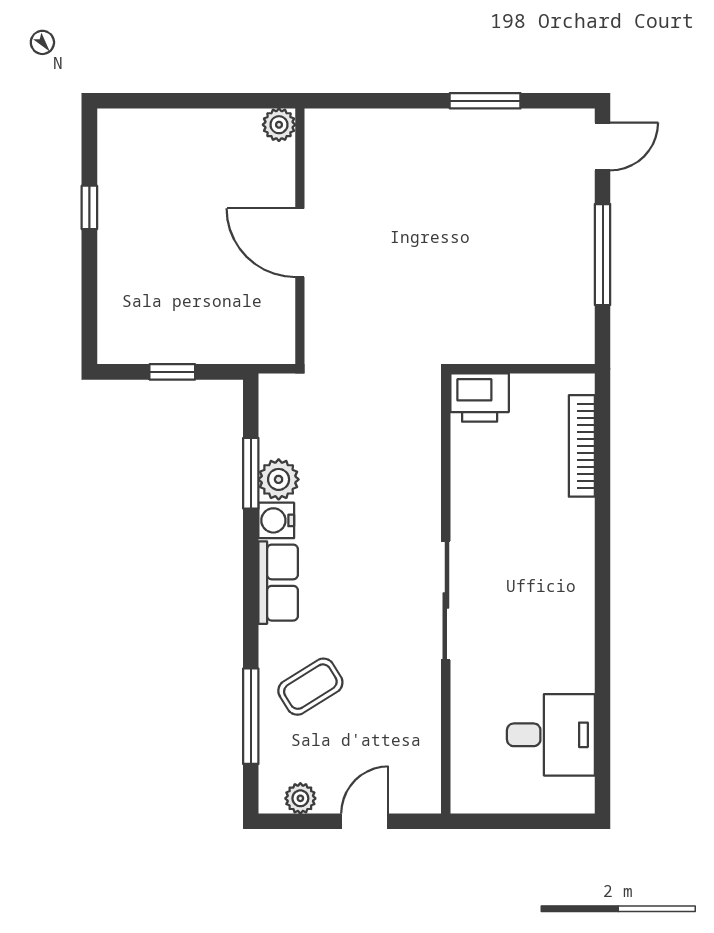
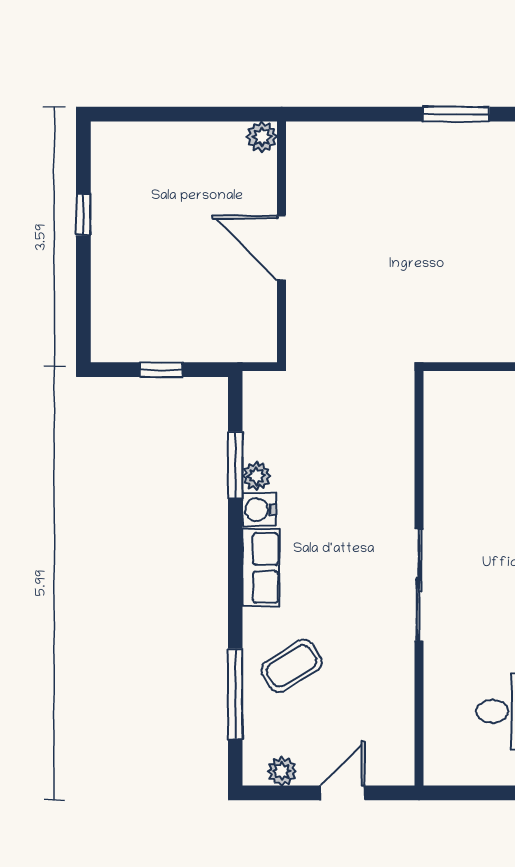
printer: (480, 398) -> (451, 394), removed
plant: (279, 479) -> (256, 476), width x0.73, depth x0.73

